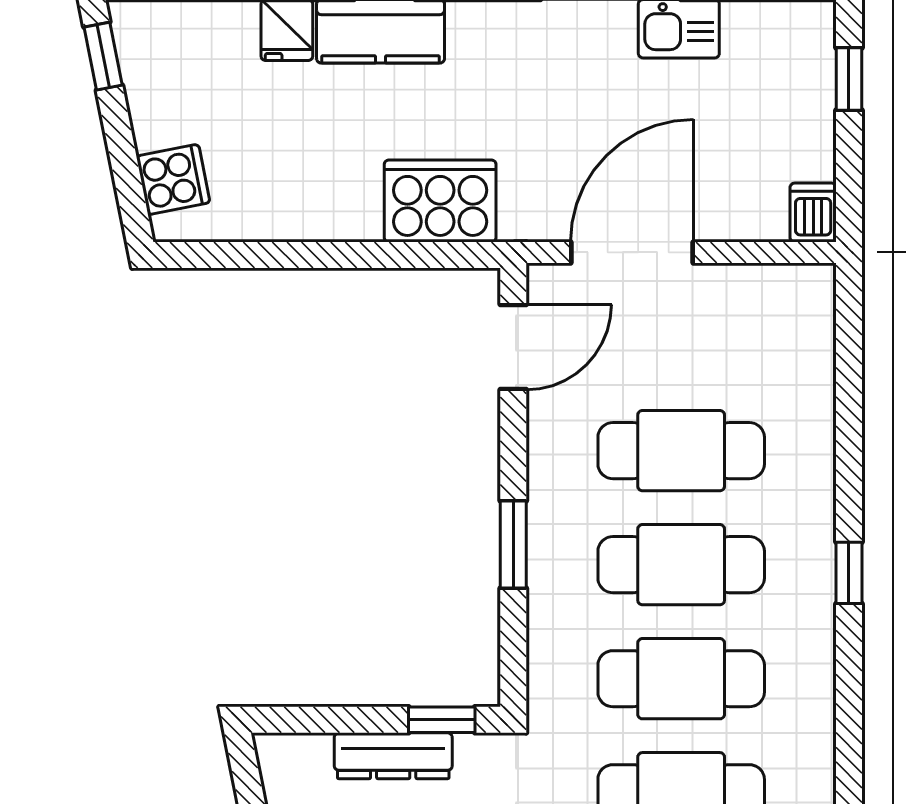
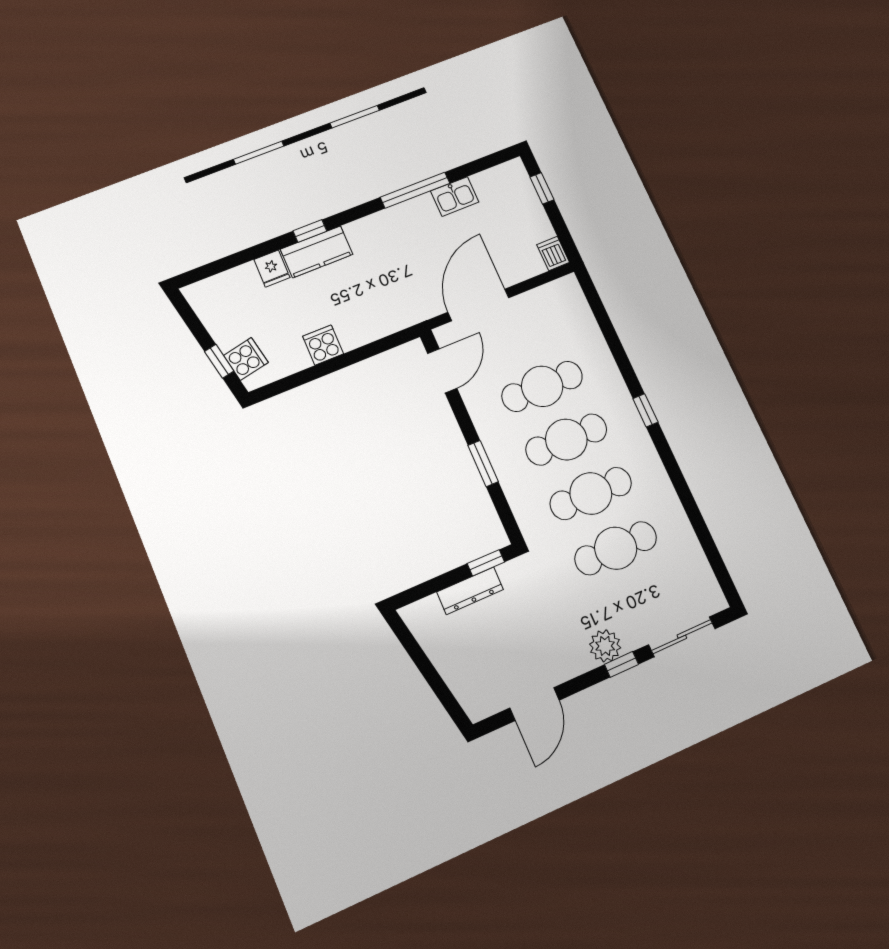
window: (103, 56) -> (219, 361), moved
cooker: (440, 201) -> (323, 345), moved, width x0.53, depth x0.76

